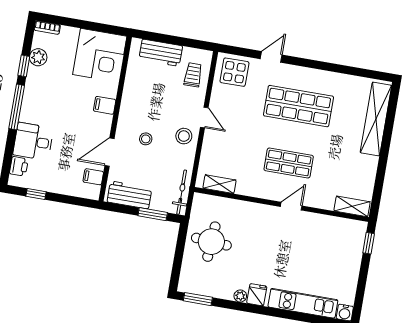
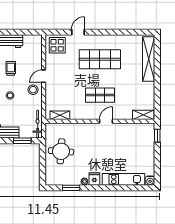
trolley: (193, 75) -> (11, 68), moved
door: (204, 117) -> (44, 76), swing flipped
window: (198, 299) -> (71, 188), moved

